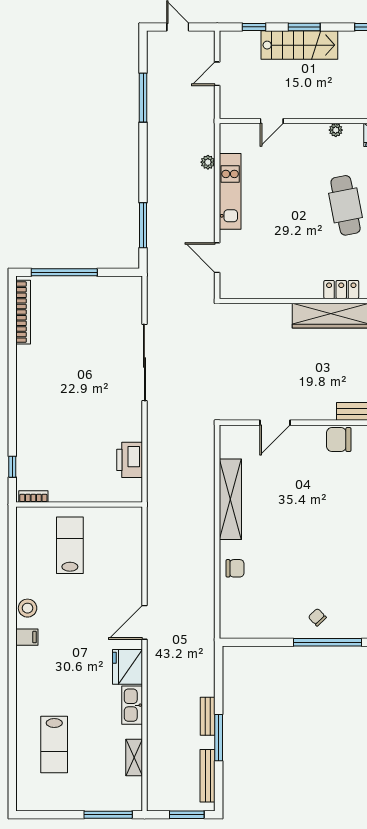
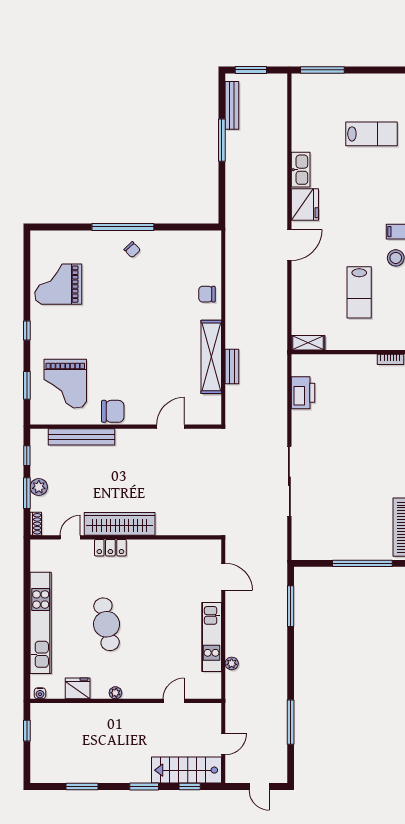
stairs: (299, 45) -> (186, 770), moved
lab bench: (70, 545) -> (359, 292), moved
bench: (208, 716) -> (232, 366), moved
lab bench: (54, 744) -> (371, 134), turned 90
shelving: (134, 757) -> (308, 343), moved, turned 90

